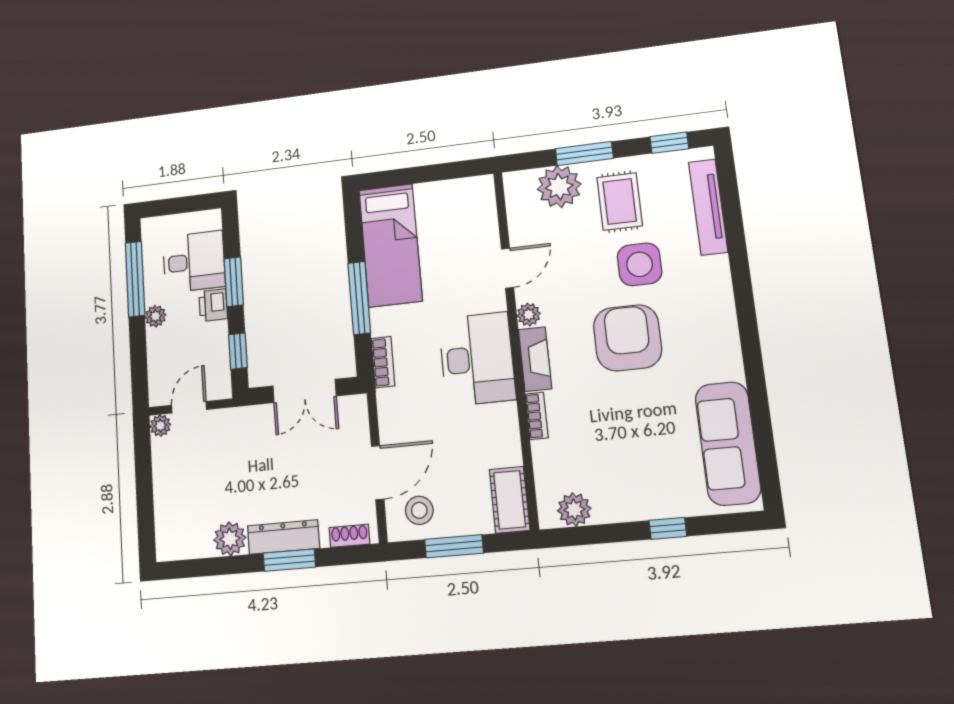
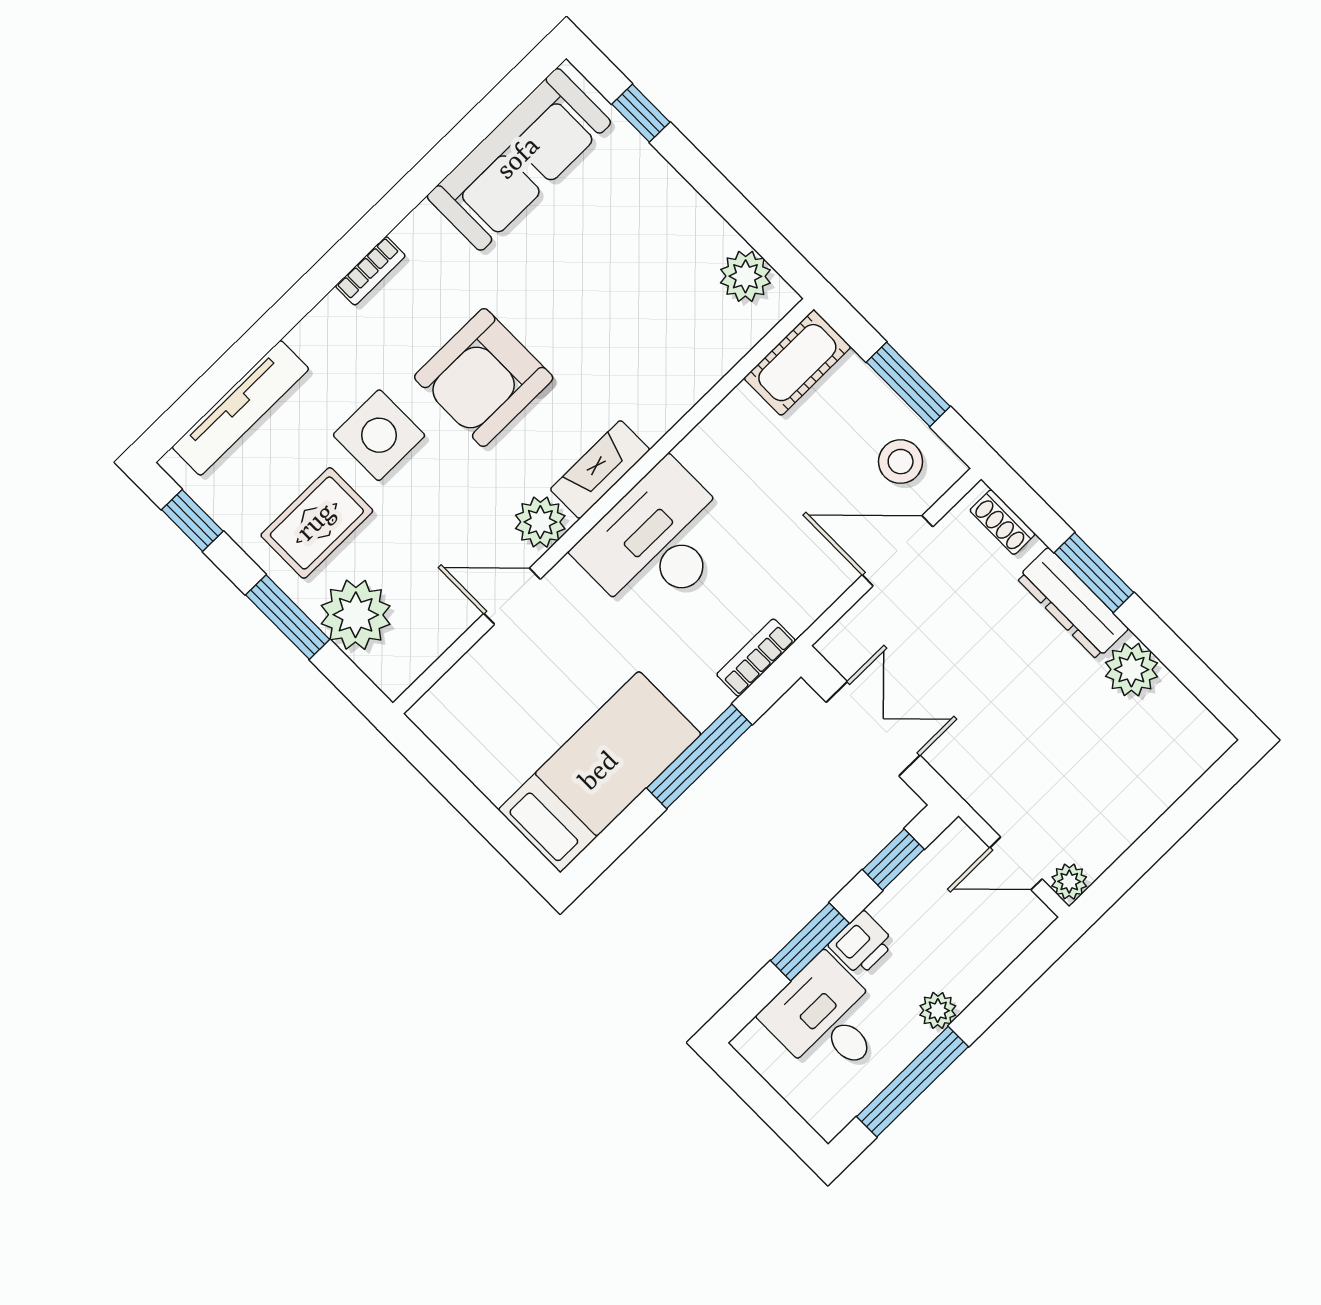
plant: (529, 315) -> (540, 522), width x1.38, depth x1.38
bookcase: (537, 416) -> (370, 271), moved, turned 180
window: (668, 528) -> (641, 113), moved

